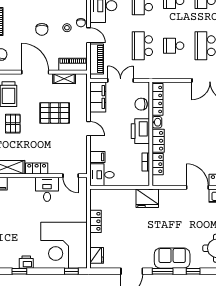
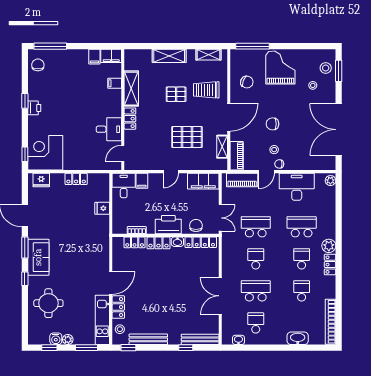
double door: (121, 80) -> (220, 218), moved
pallet: (55, 113) -> (187, 137), turned 90
fridge: (147, 198) -> (102, 208), moved, width x0.53, depth x0.75
corner desk: (64, 245) -> (45, 153), width x0.74, depth x0.74

